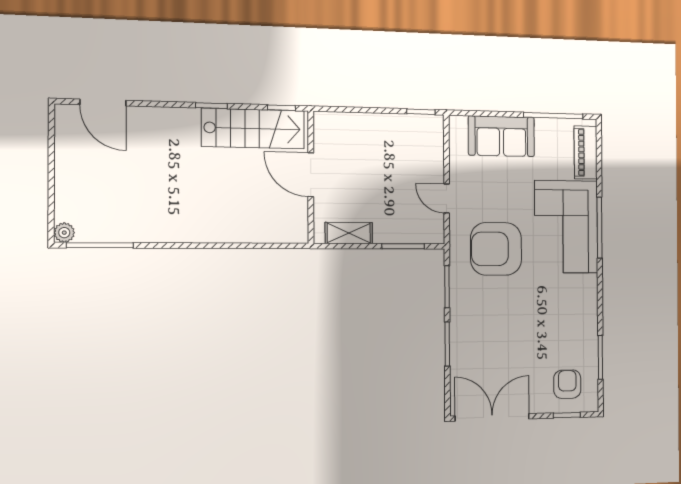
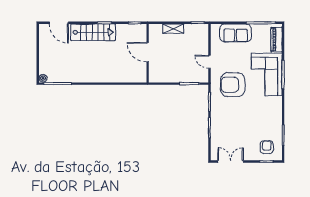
stairs: (253, 128) -> (93, 32), moved
shelving: (349, 233) -> (173, 29), moved
double door: (492, 417) -> (230, 161), width x0.73

